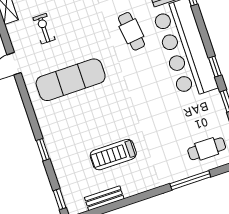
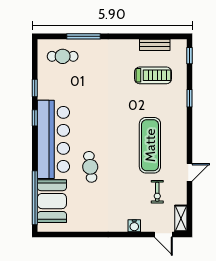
exercise mat: (71, 80) -> (150, 145), turned 90
treadmill: (113, 155) -> (153, 75), moved

